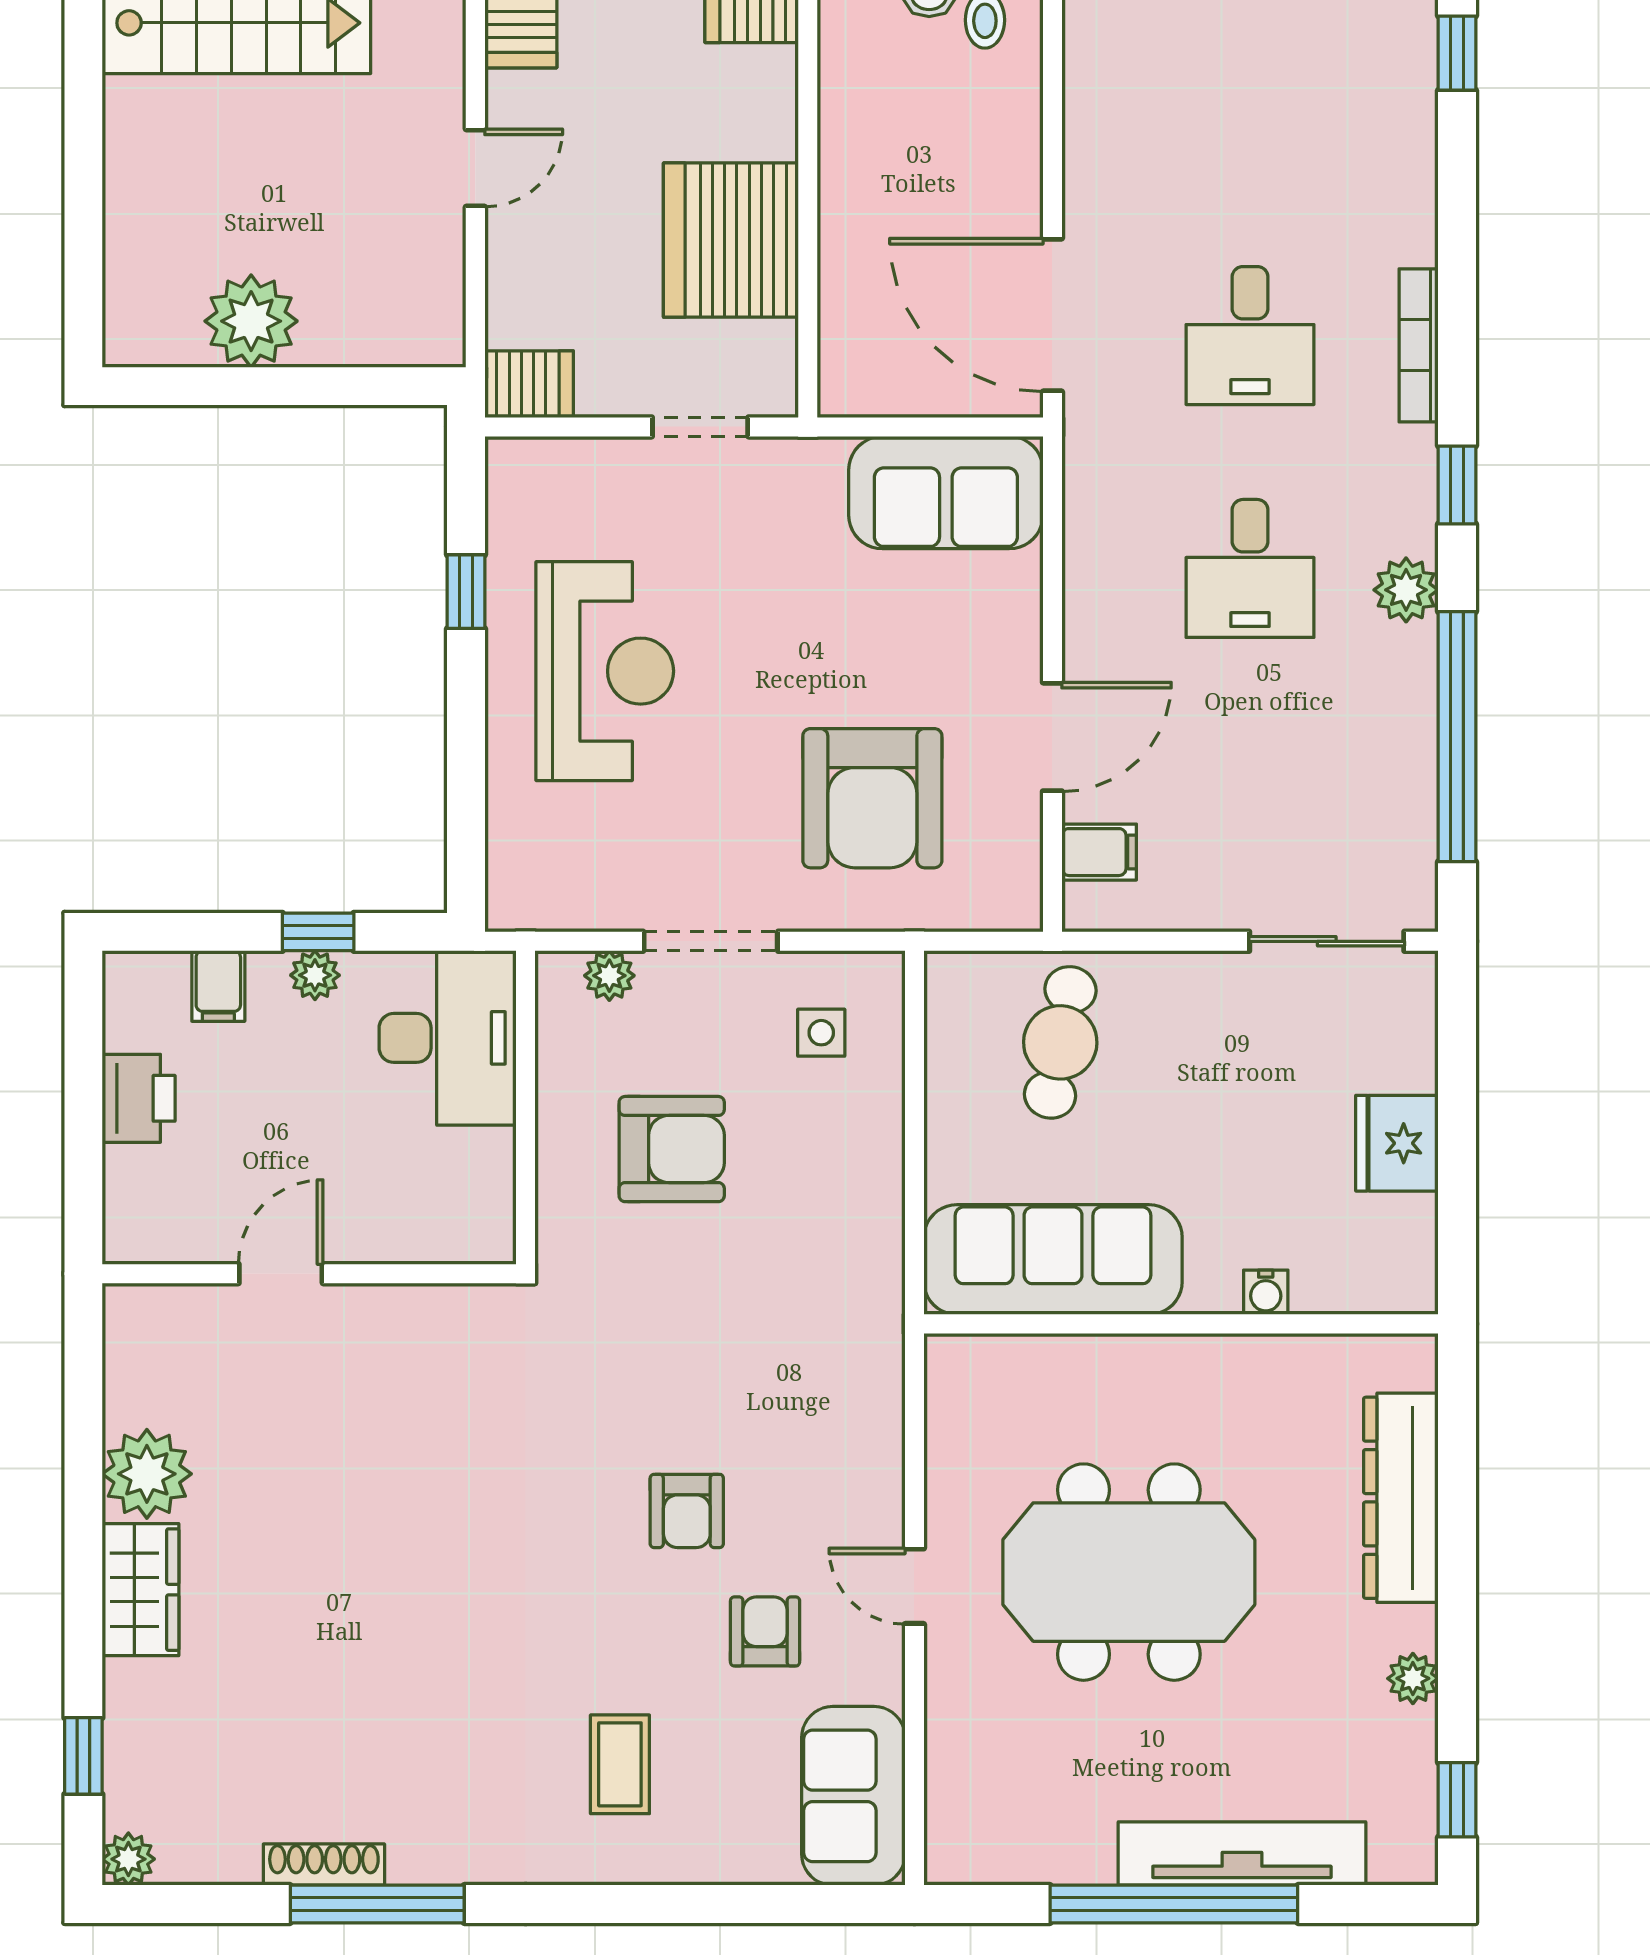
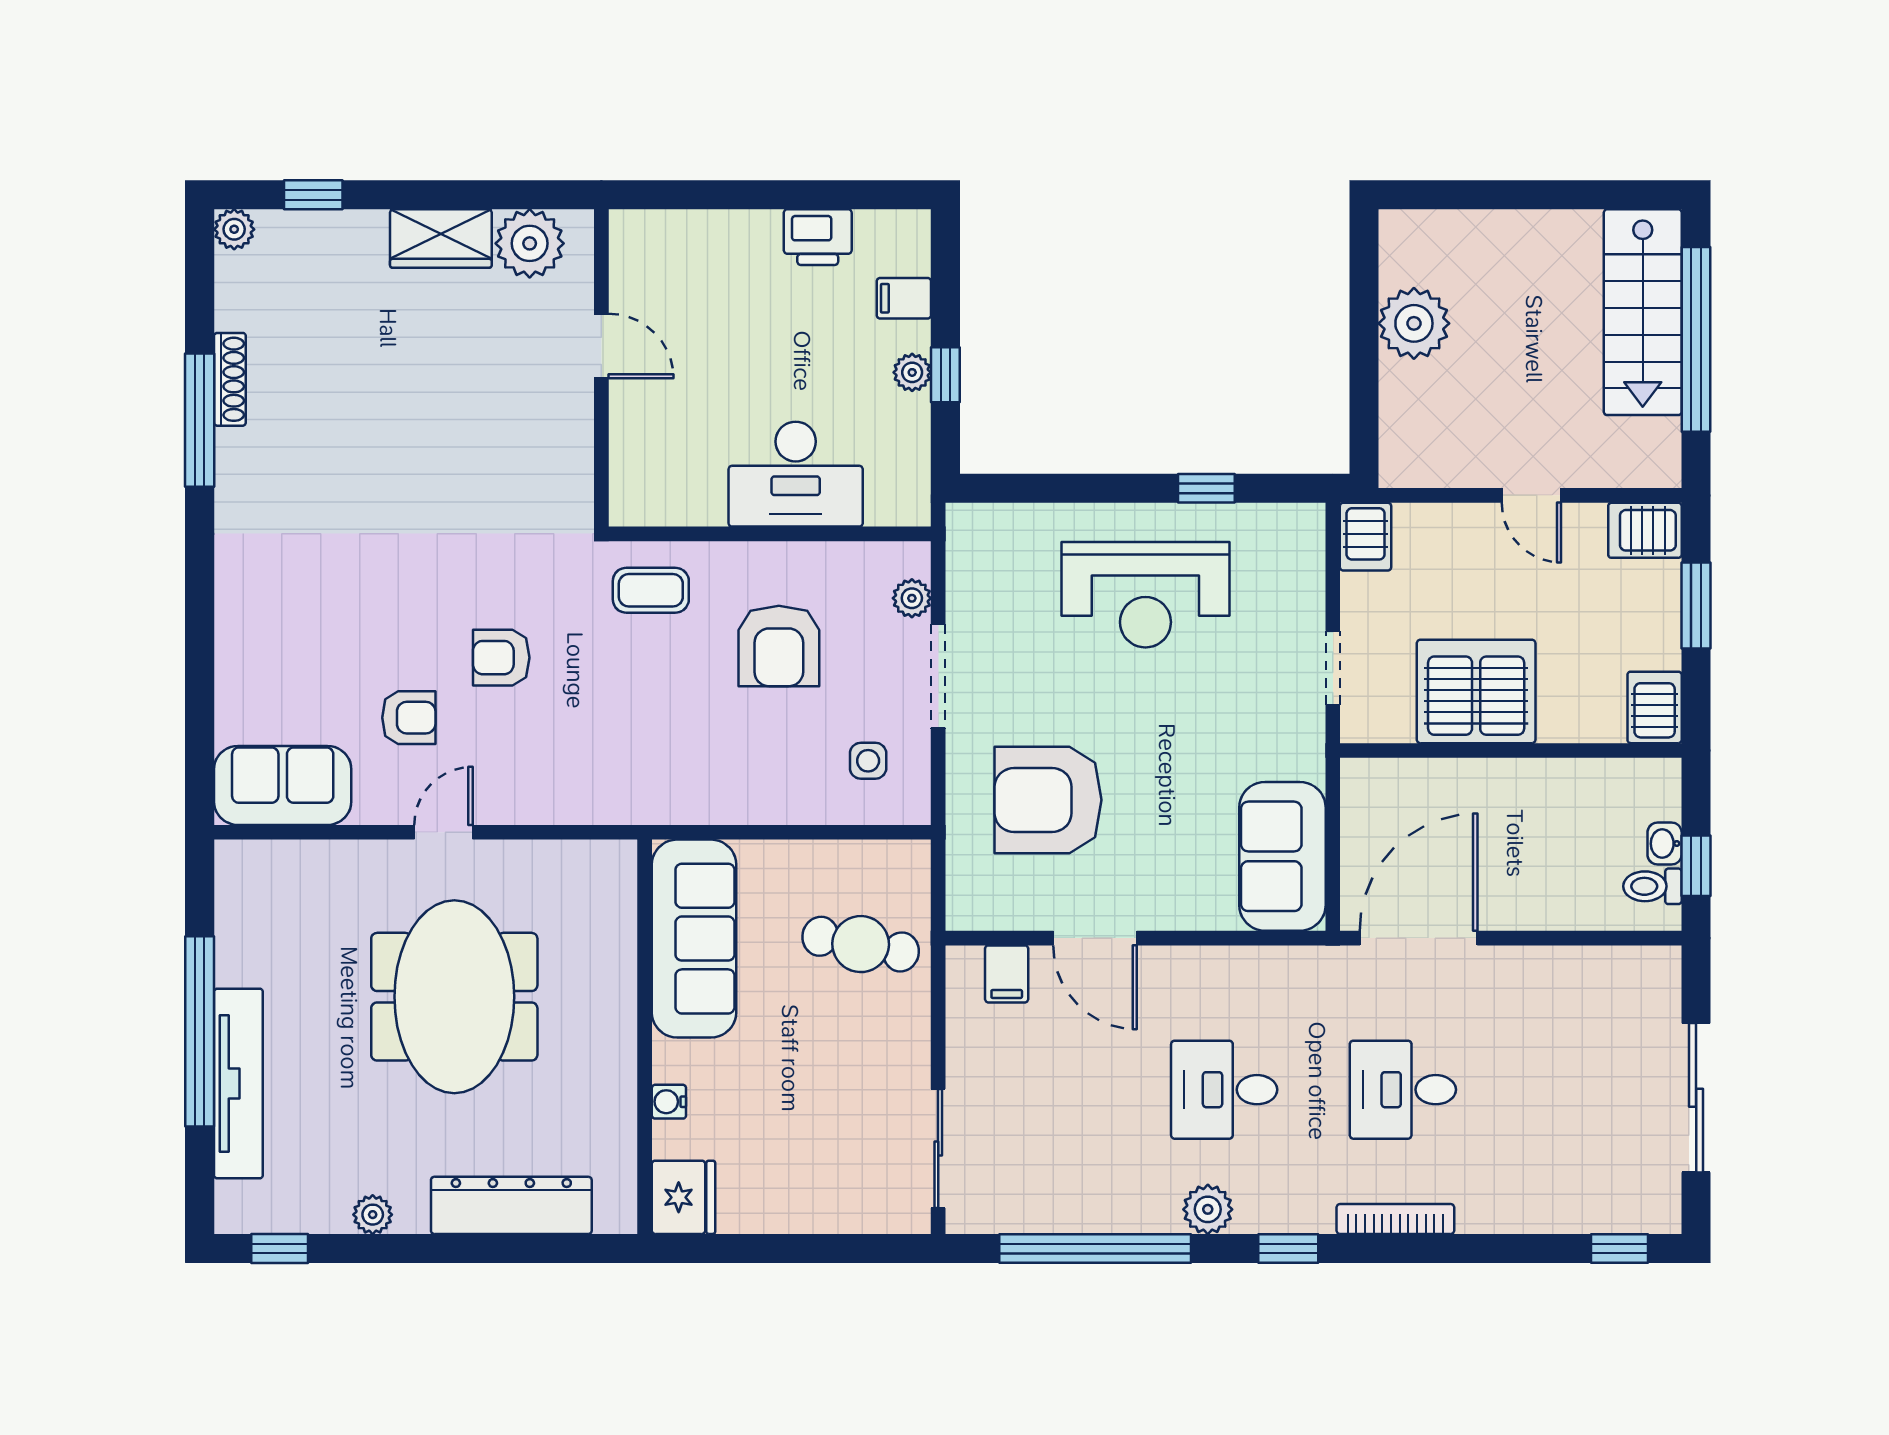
desk: (448, 1038) -> (796, 474), moved
fridge: (1397, 1143) -> (684, 1197), moved, turned 90
door: (281, 1274) -> (601, 346), moved
wall: (309, 1274) -> (601, 368), moved
coffee table: (620, 1764) -> (651, 590), moved

